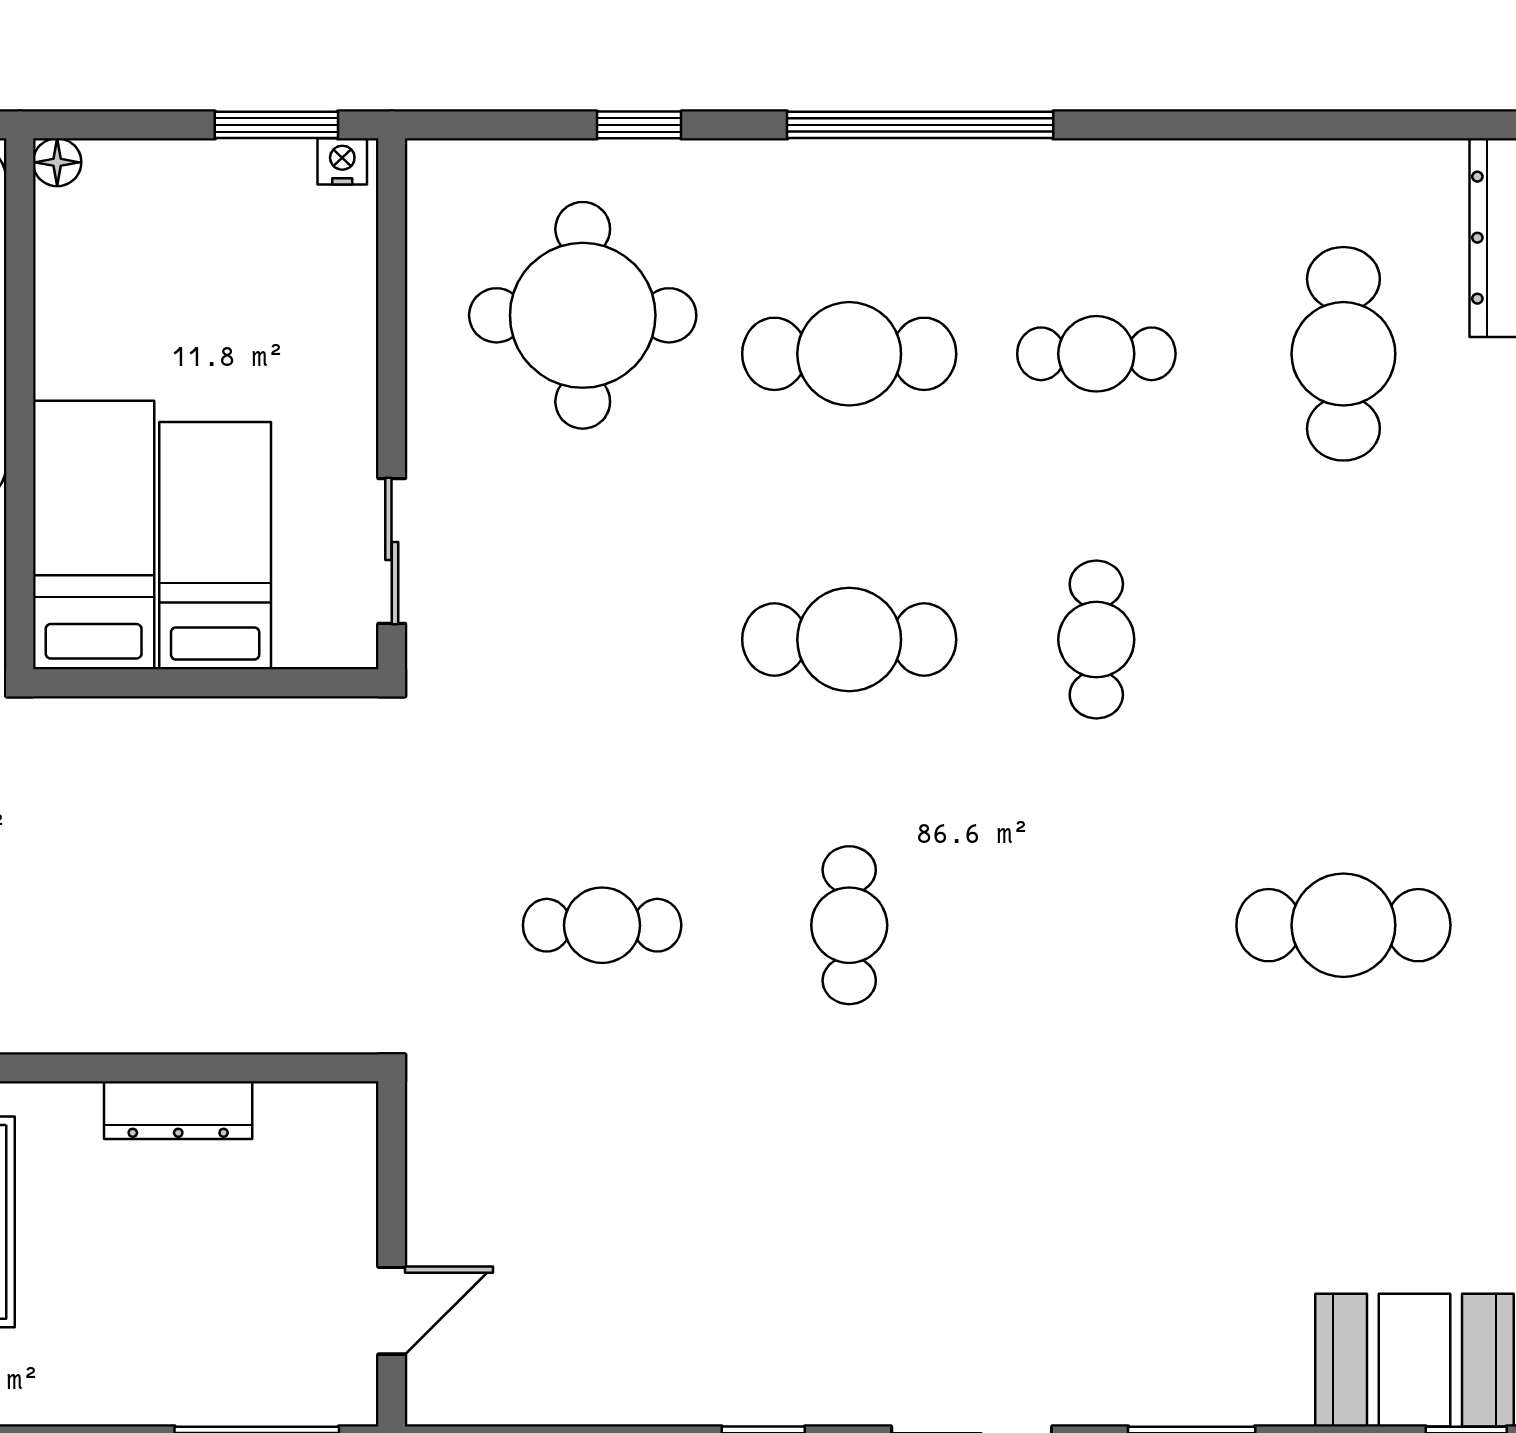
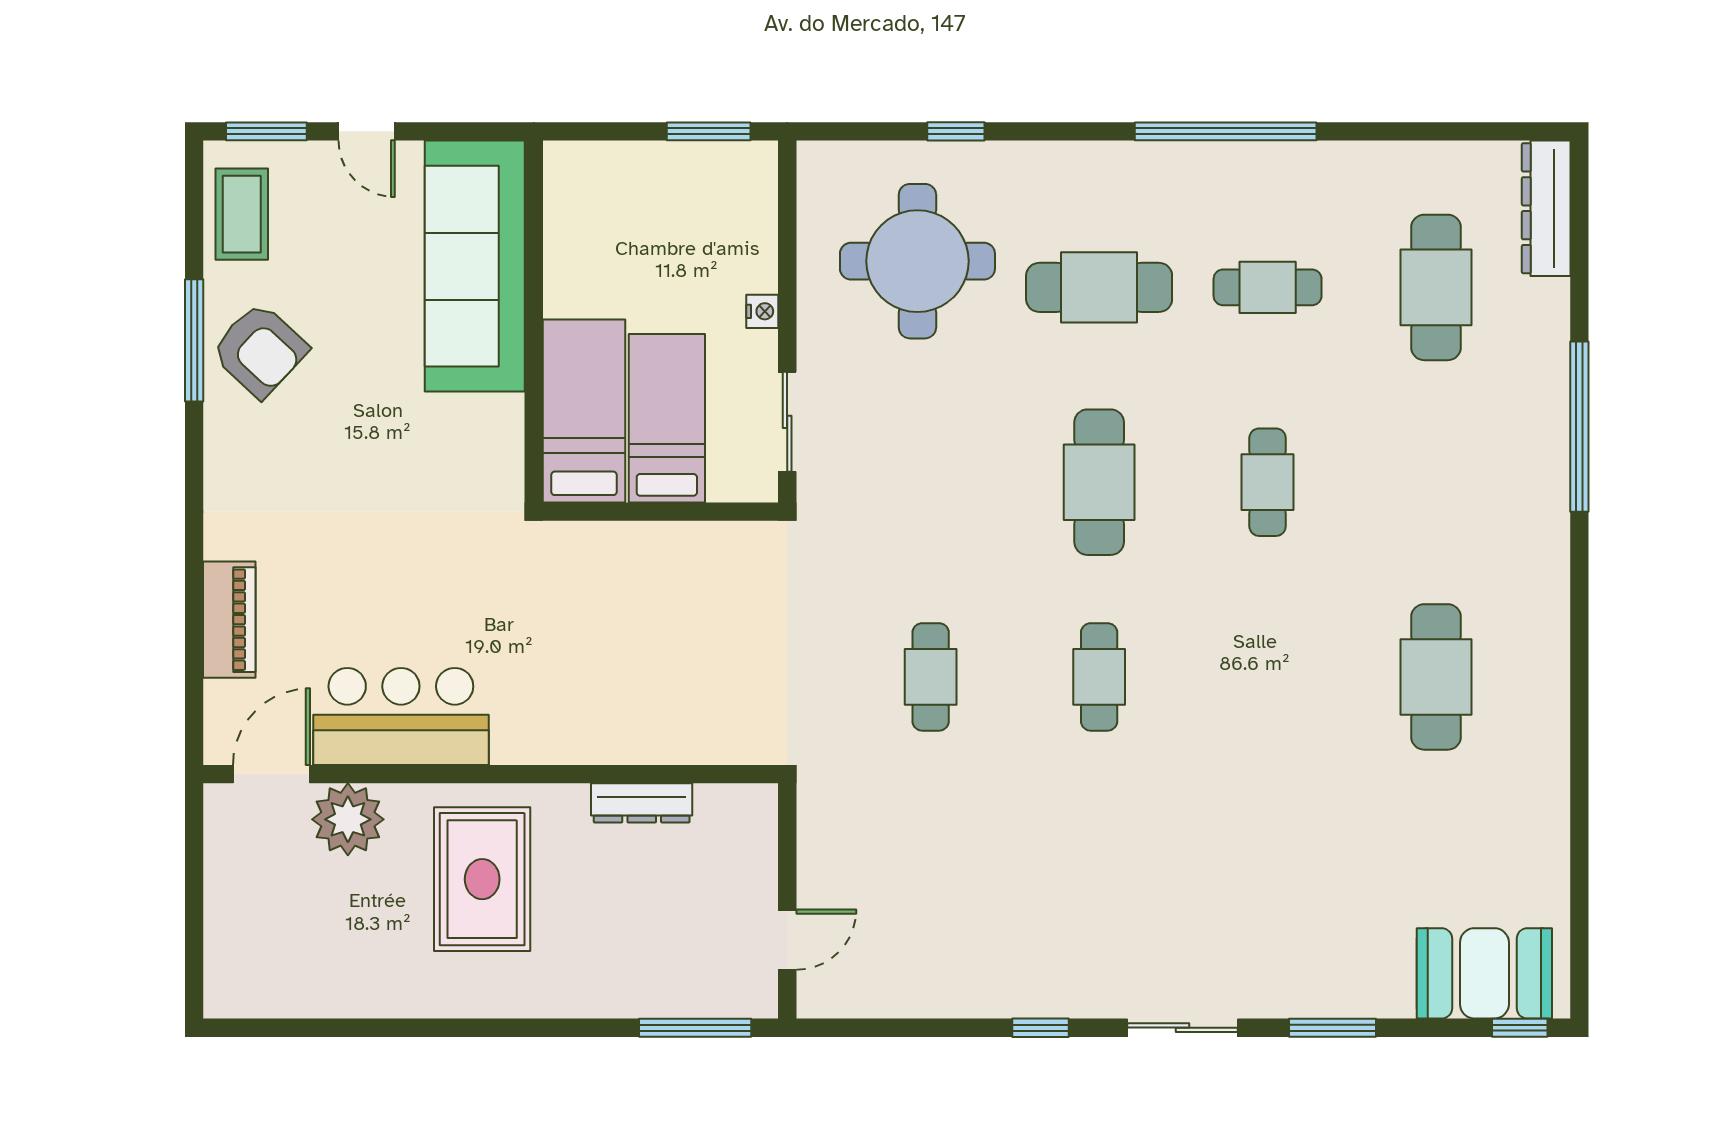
window: (920, 125) -> (1226, 131), moved
nightstand: (342, 161) -> (762, 311), moved, turned 90
floor lamp: (57, 162) -> (559, 157), removed
cafe table: (849, 640) -> (1099, 482), turned 90
cafe table: (602, 925) -> (931, 677), turned 90
cafe table: (1343, 925) -> (1436, 677), turned 90

